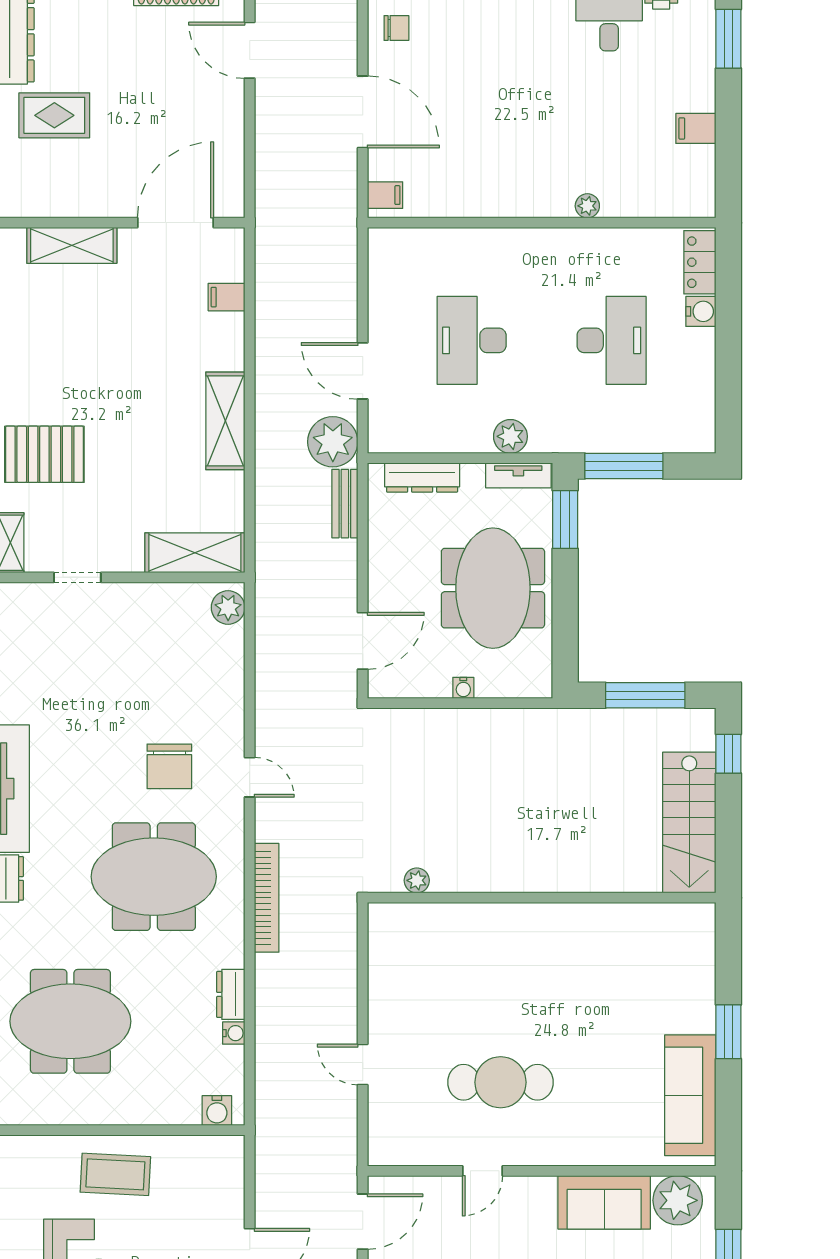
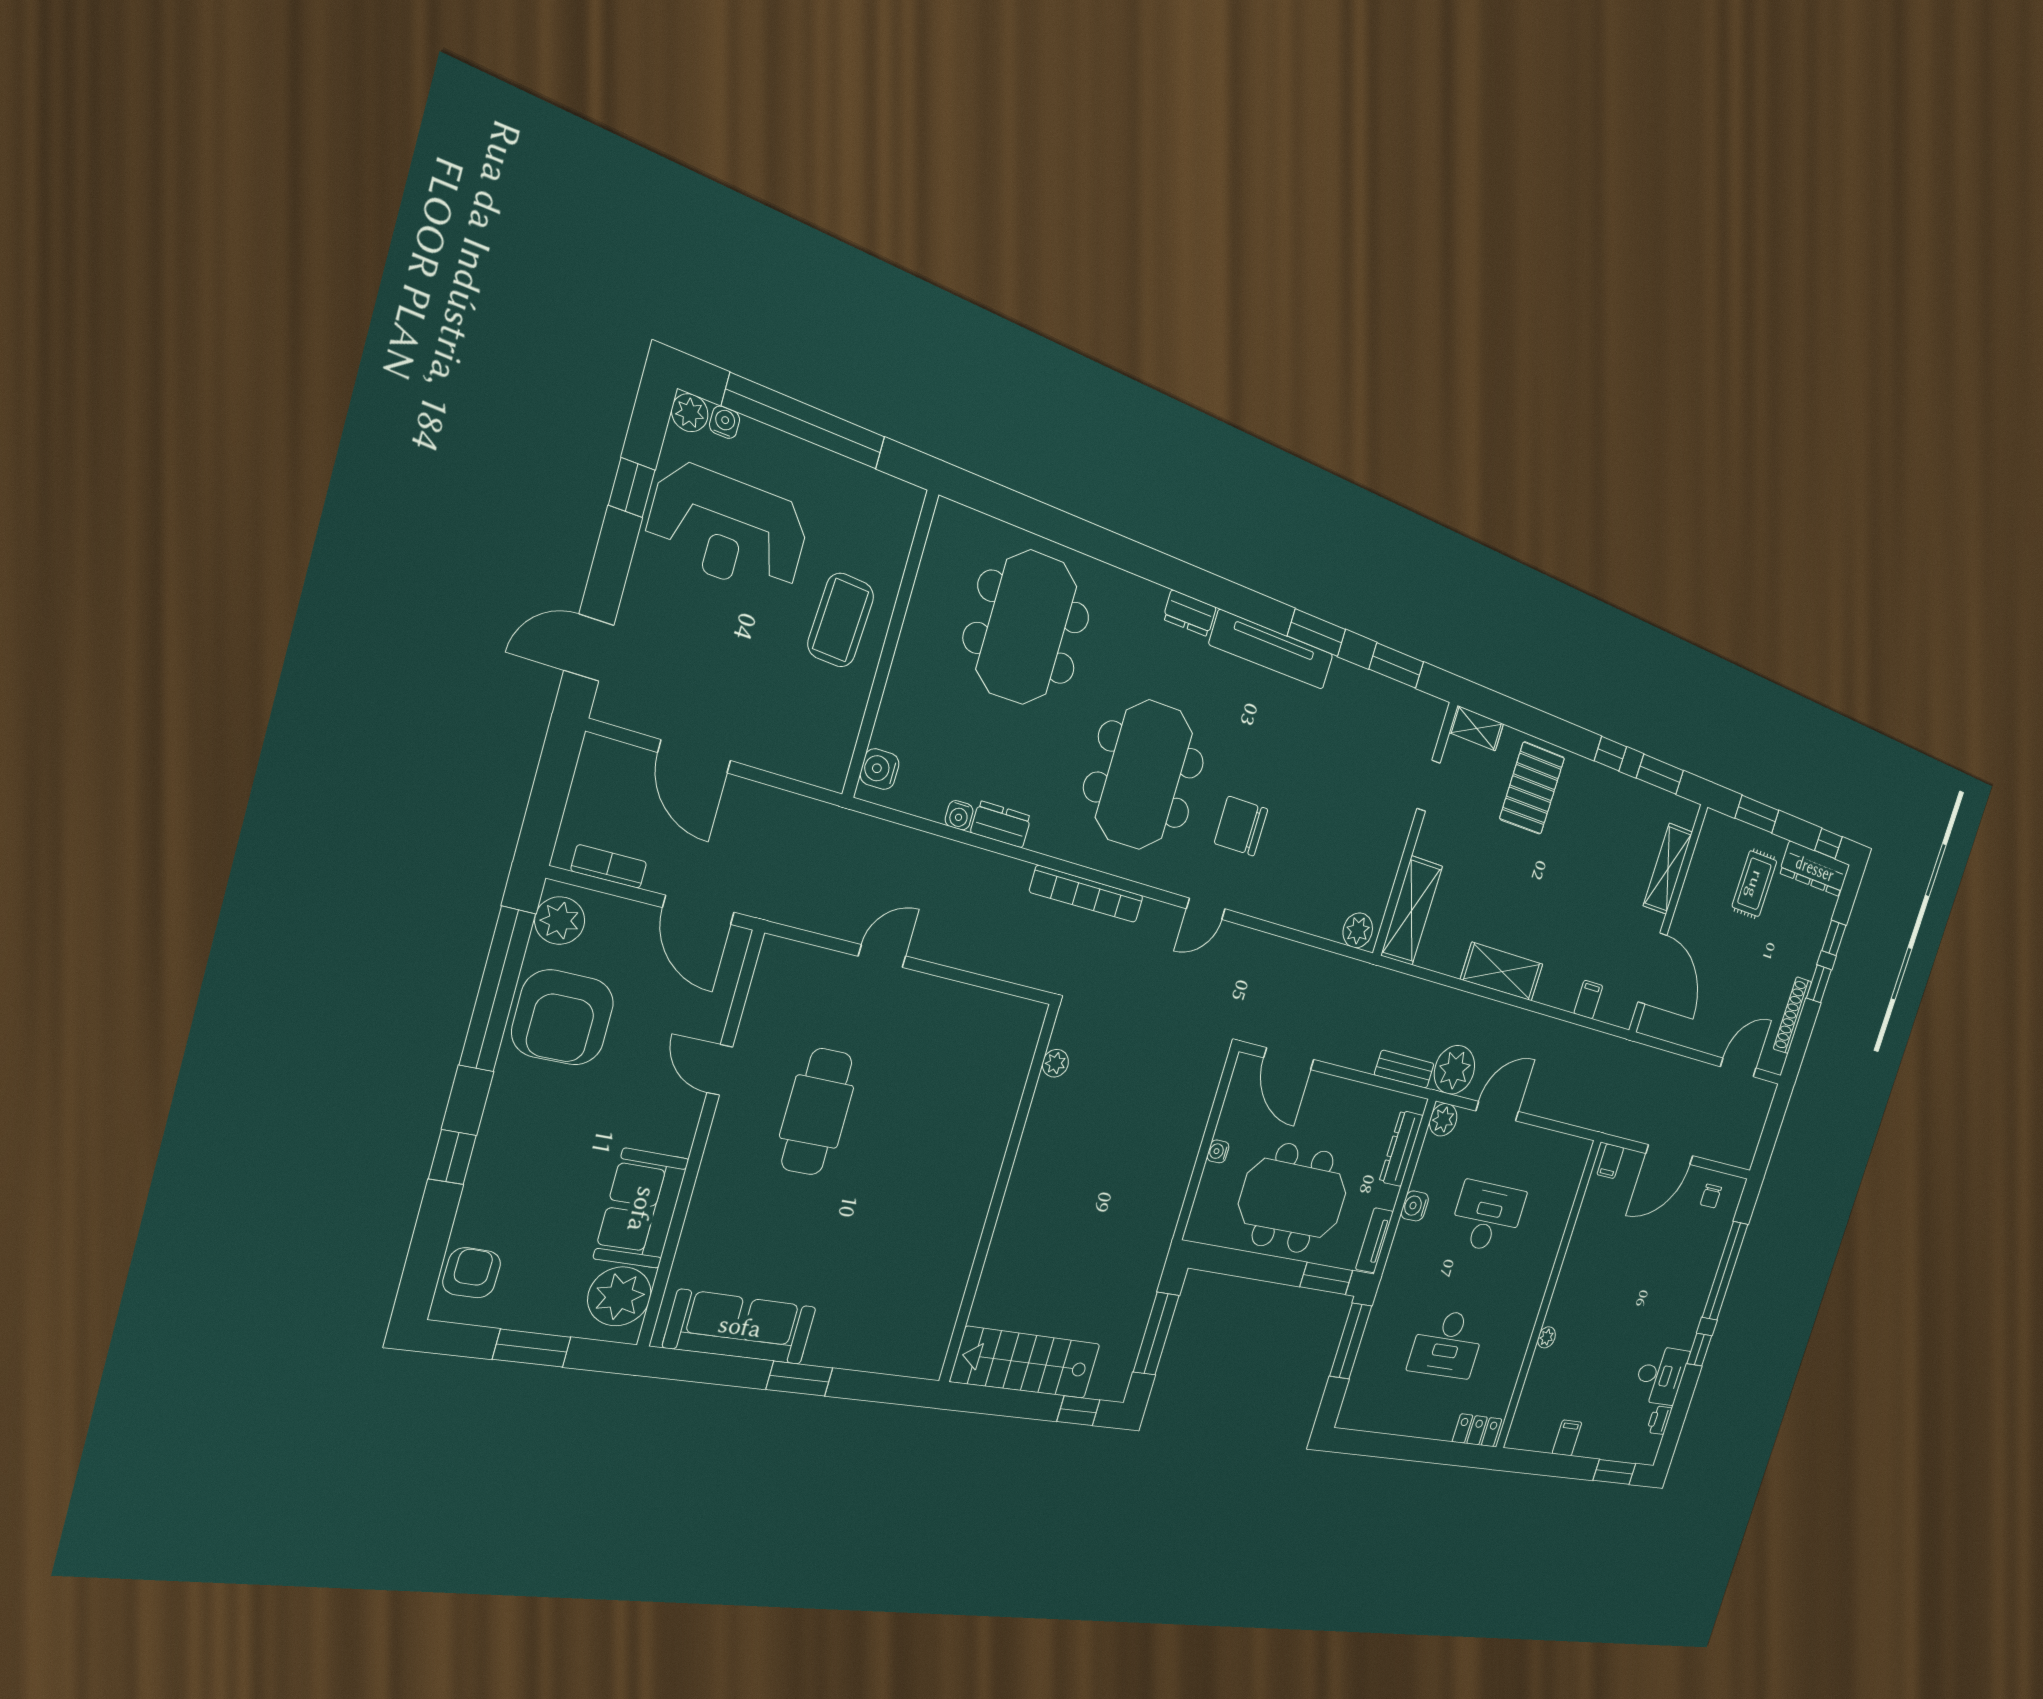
water cooler: (701, 311) -> (1415, 1206), moved, turned 90
plant: (510, 436) -> (1443, 1120), moved

